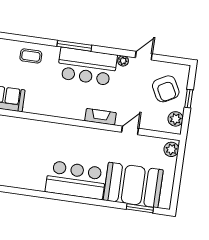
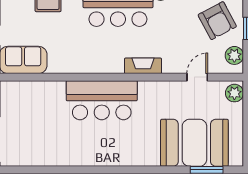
door: (130, 130) -> (197, 77), moved
bar counter: (76, 180) -> (102, 100), moved, turned 180

